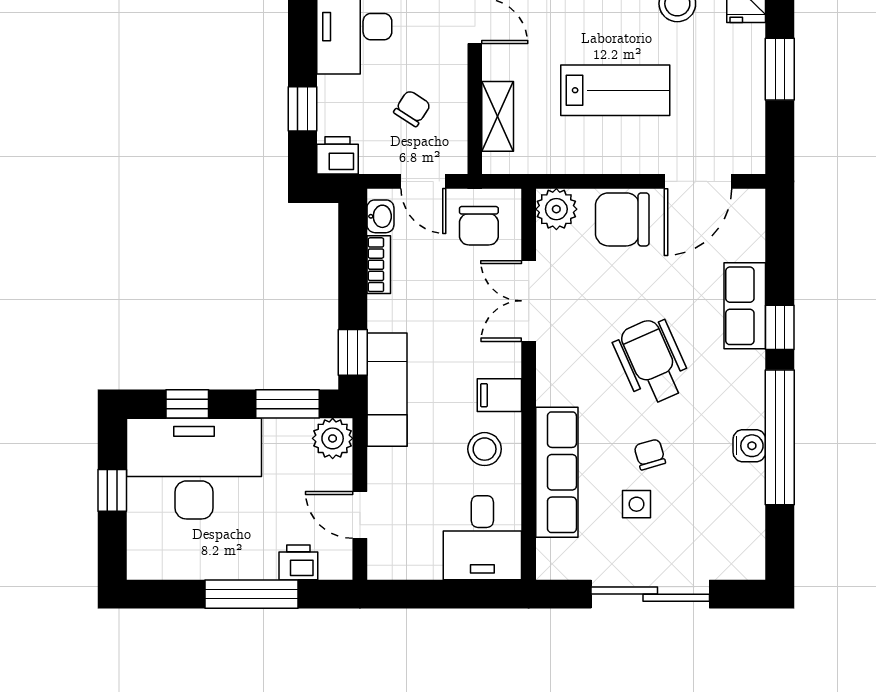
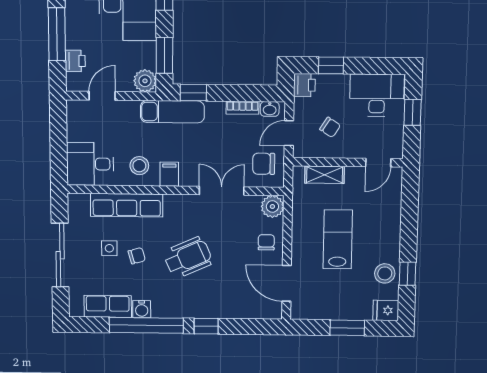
lab bench: (615, 90) -> (338, 239), turned 180
chair: (622, 219) -> (266, 242), width x0.54, depth x0.54
row of seats: (745, 306) -> (108, 306), moved

